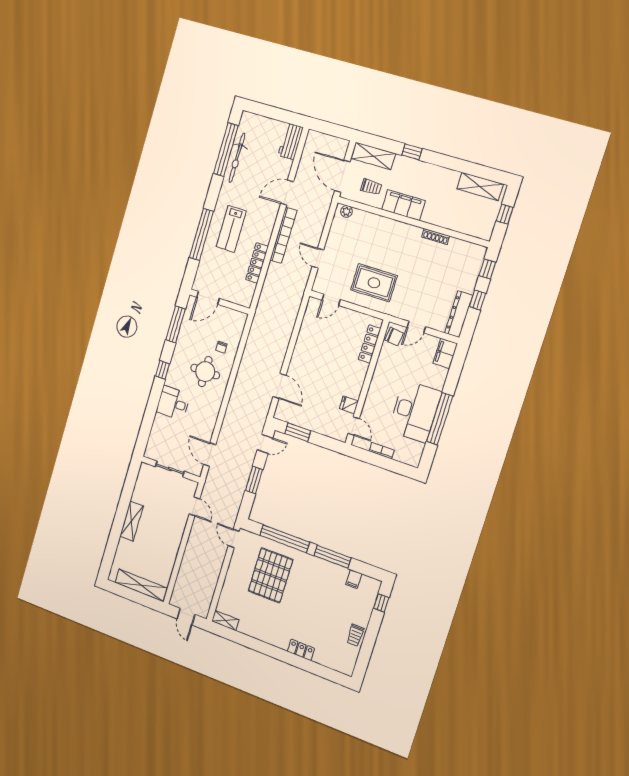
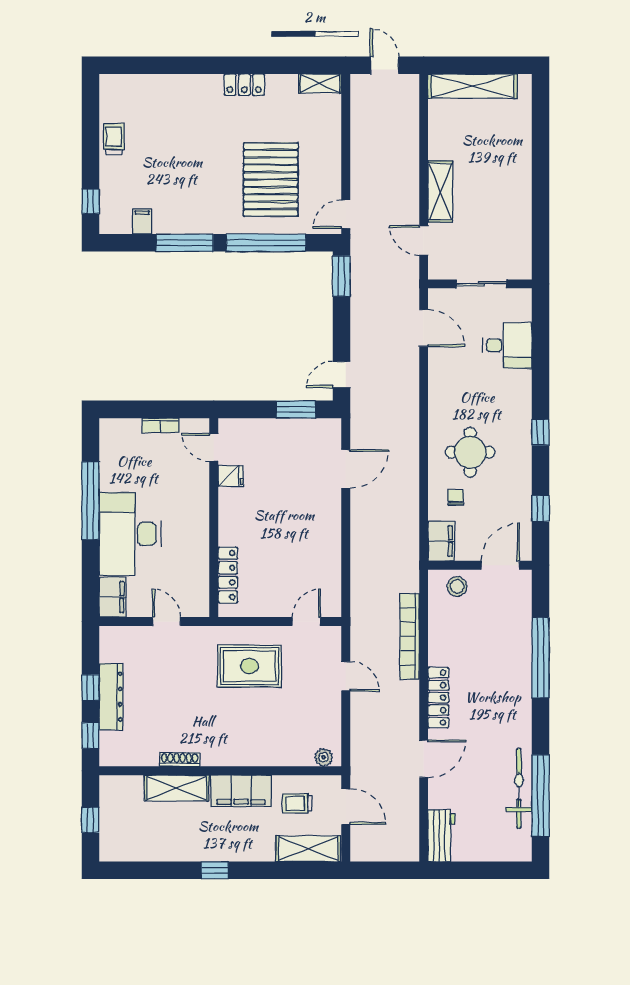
window: (412, 152) -> (215, 870), moved
door: (342, 176) -> (346, 807), width x0.73
shelving: (480, 186) -> (177, 788), moved
lab bench: (231, 229) -> (495, 680), removed
bookcase: (283, 235) -> (410, 636), moved
locker: (257, 263) -> (438, 698), moved
stool: (236, 293) -> (457, 587), added
dresser: (459, 314) -> (111, 697), moved
window: (176, 324) -> (541, 509), width x0.46
filing cabinet: (237, 324) -> (441, 541), added
door: (416, 327) -> (166, 621), hinge flipped
chair: (394, 337) -> (195, 597), removed
door: (279, 386) -> (346, 469), swing flipped
desk: (173, 403) -> (507, 345), moved
desk: (415, 411) -> (130, 534), moved
window: (254, 480) -> (341, 276), moved
shelving: (132, 521) -> (440, 192), moved
door: (234, 538) -> (346, 214), swing flipped
locker: (301, 650) -> (244, 85), moved

